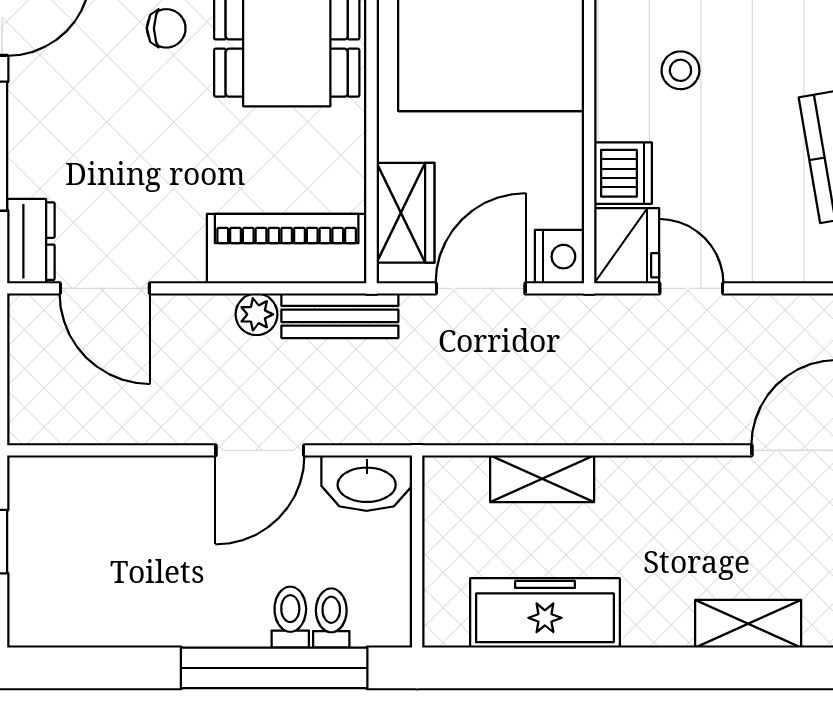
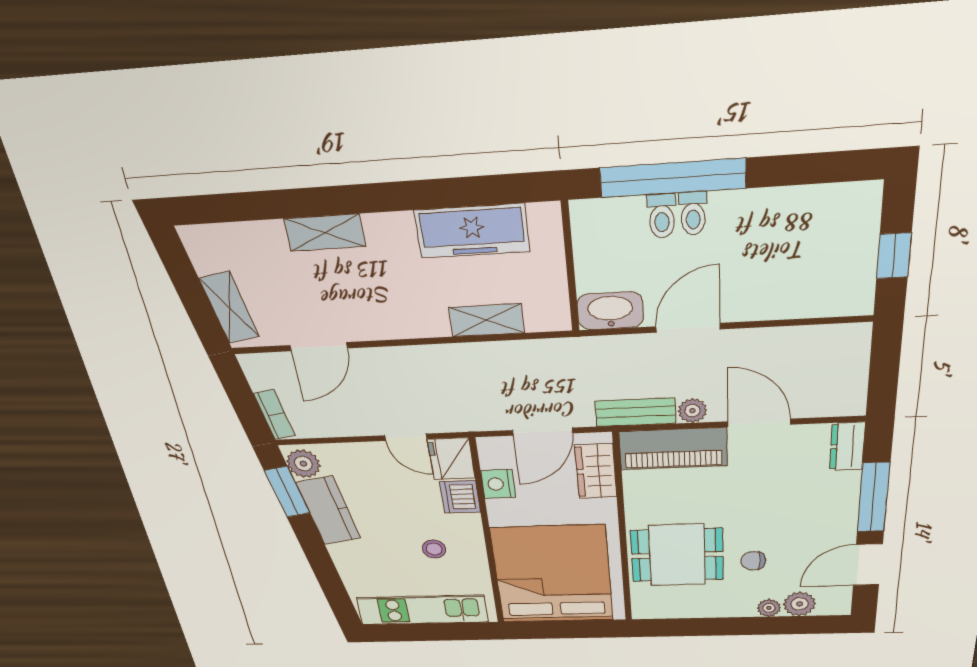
nightstand: (559, 257) -> (498, 484), moved
door: (105, 288) -> (759, 423), moved
toilet: (331, 618) -> (693, 213), moved

